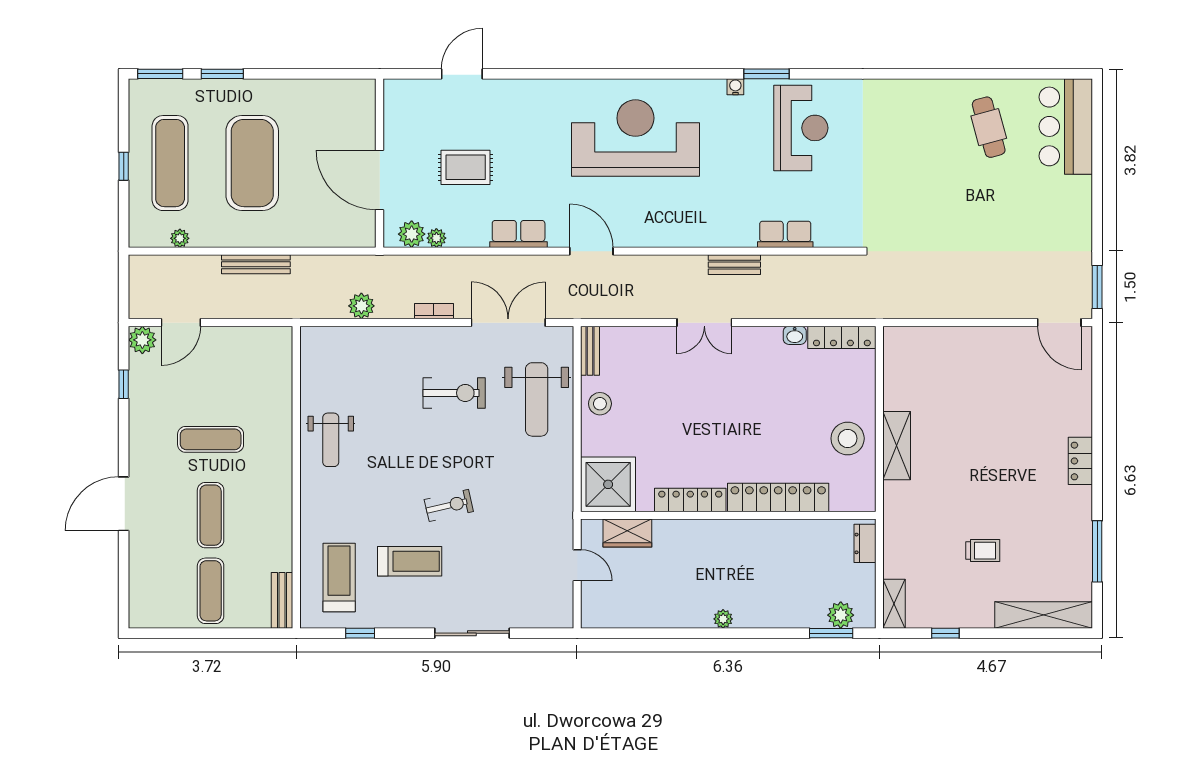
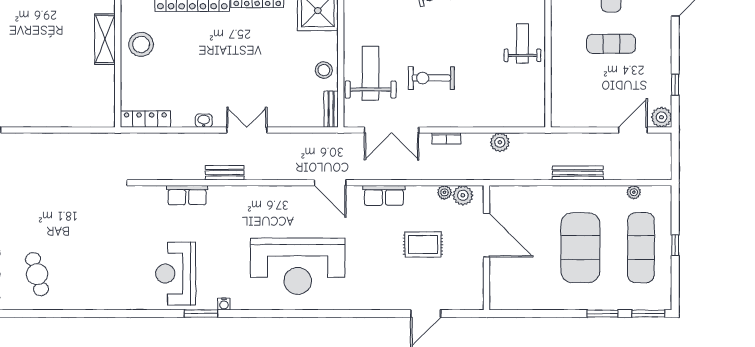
washbasin: (795, 335) -> (204, 121), moved

